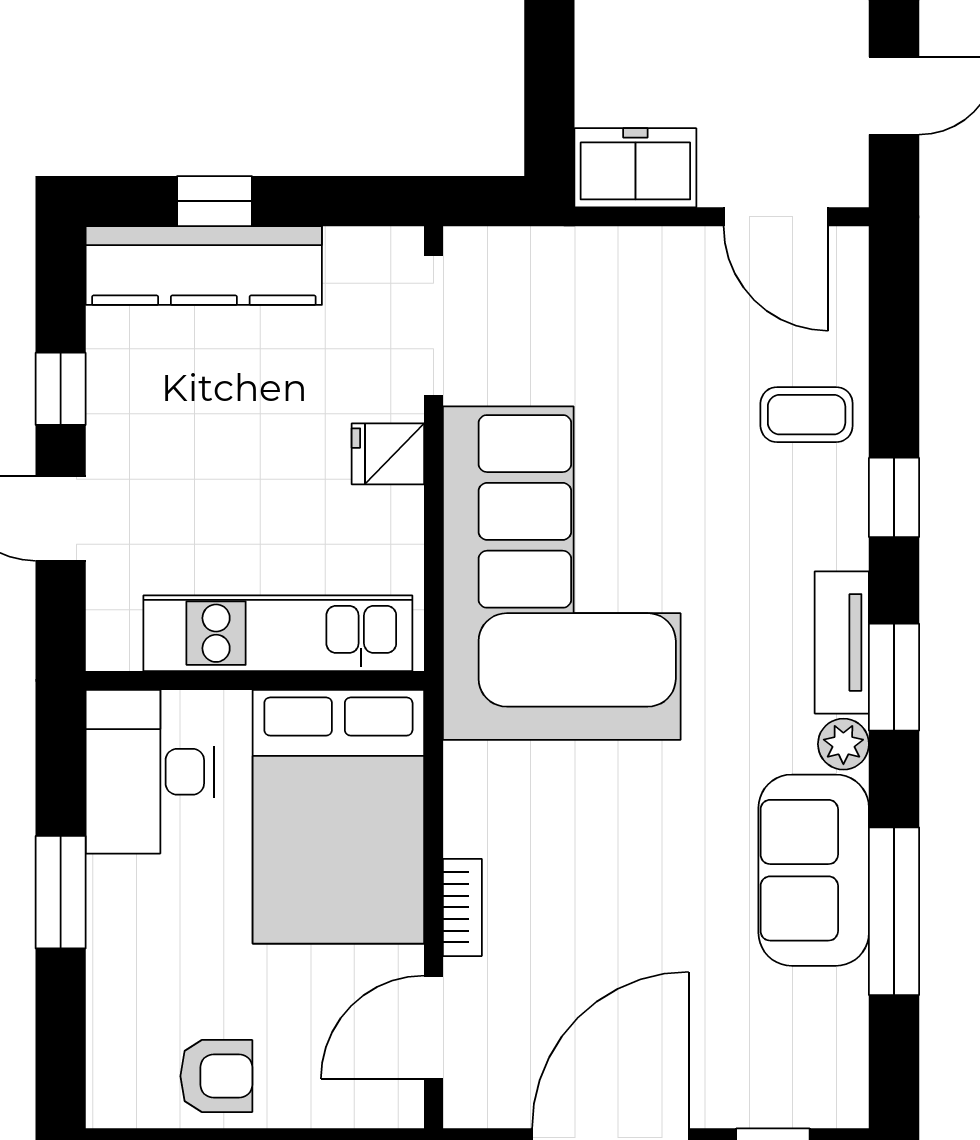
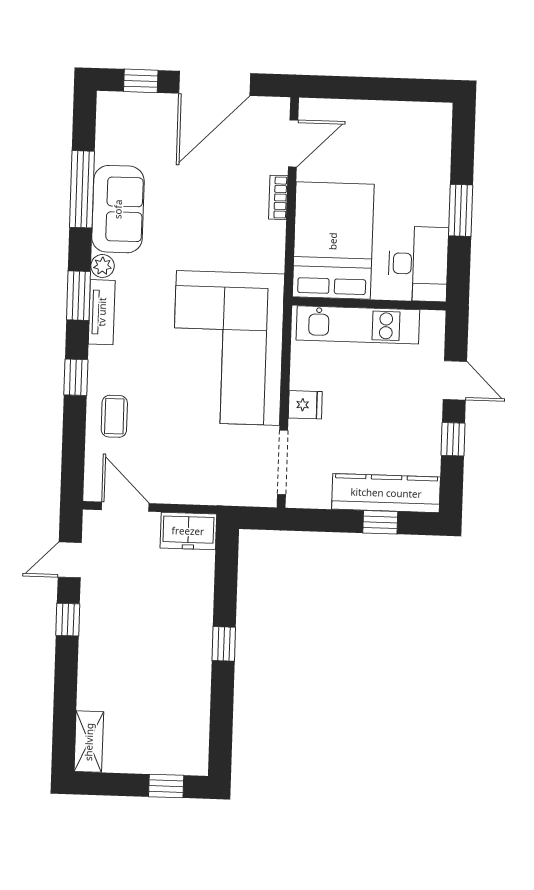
coffee table: (807, 415) -> (114, 416), turned 90
armchair: (216, 1076) -> (393, 125), removed

